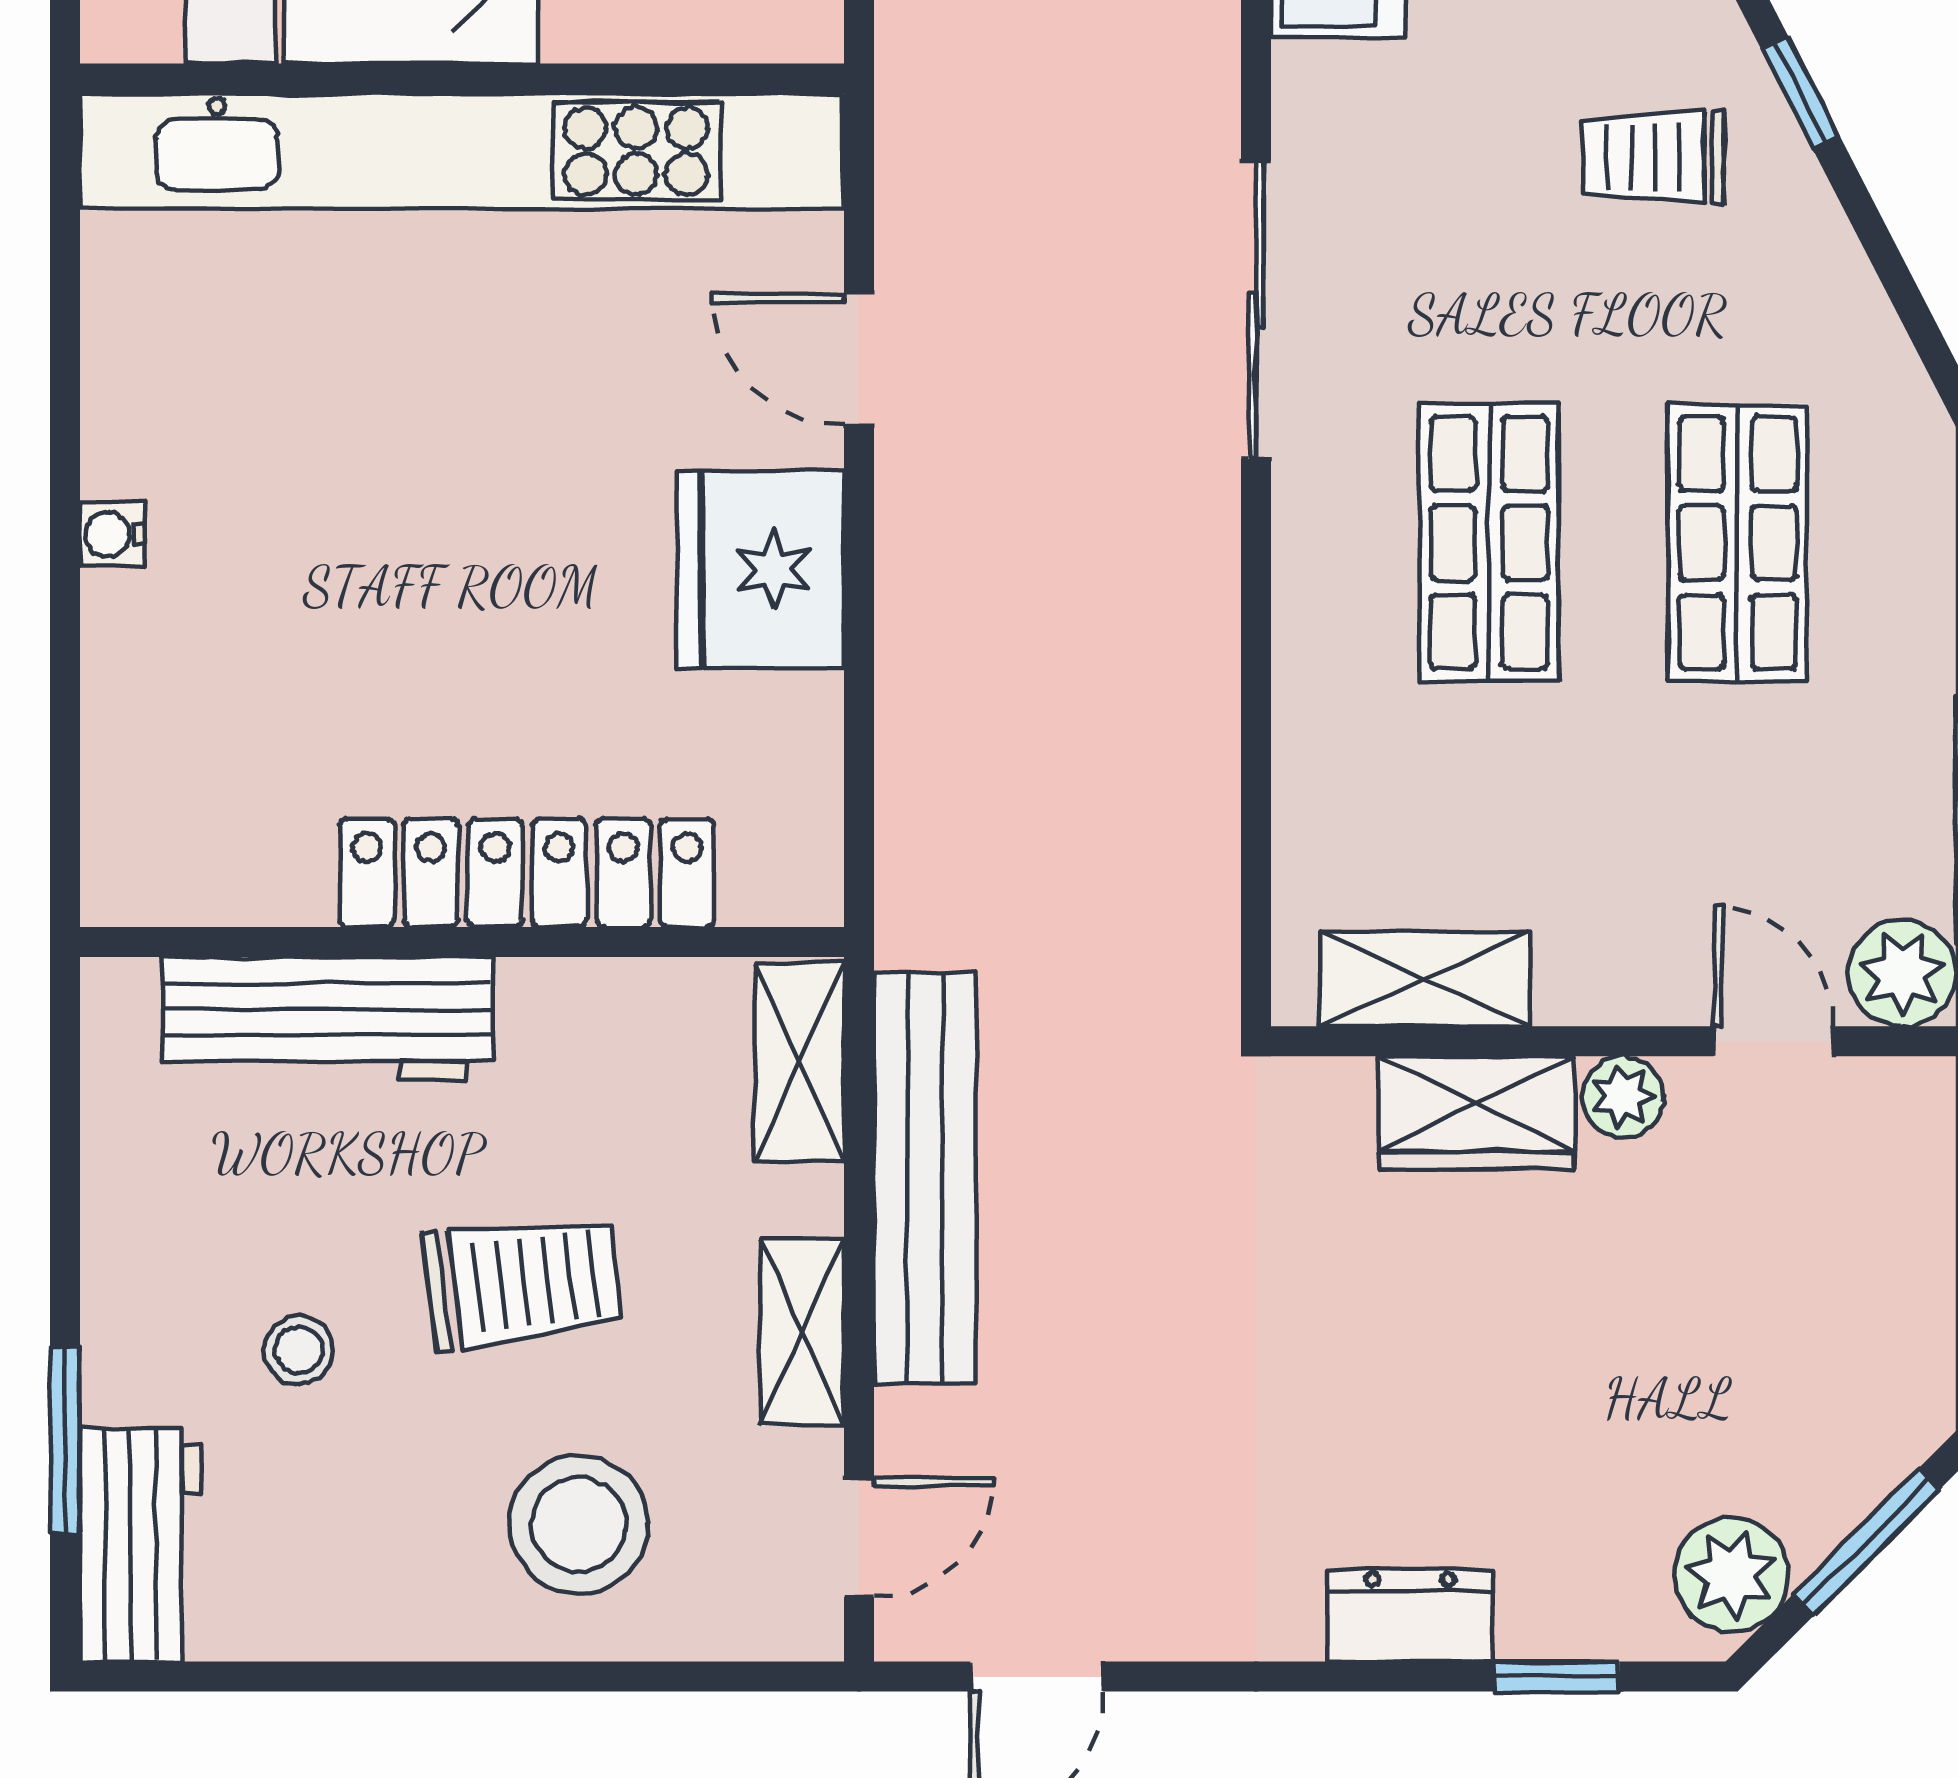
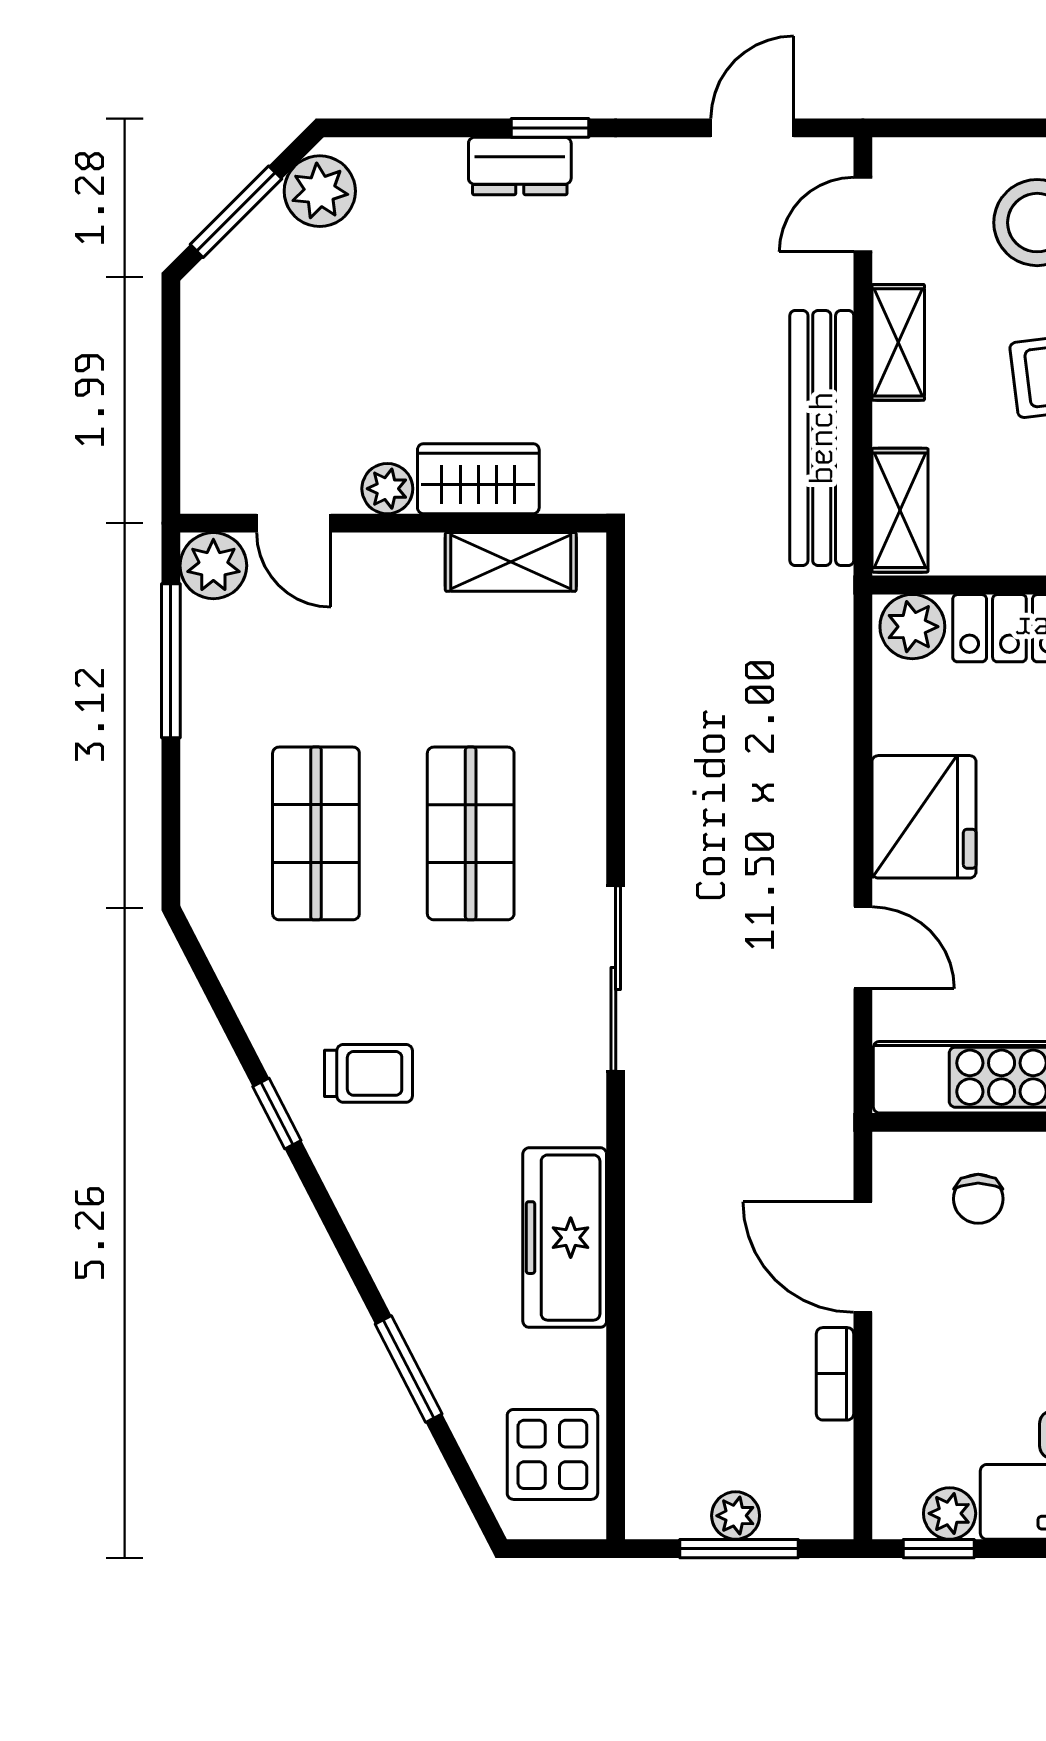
plant: (779, 875) -> (912, 627), added
window: (1557, 1677) -> (550, 128), moved

